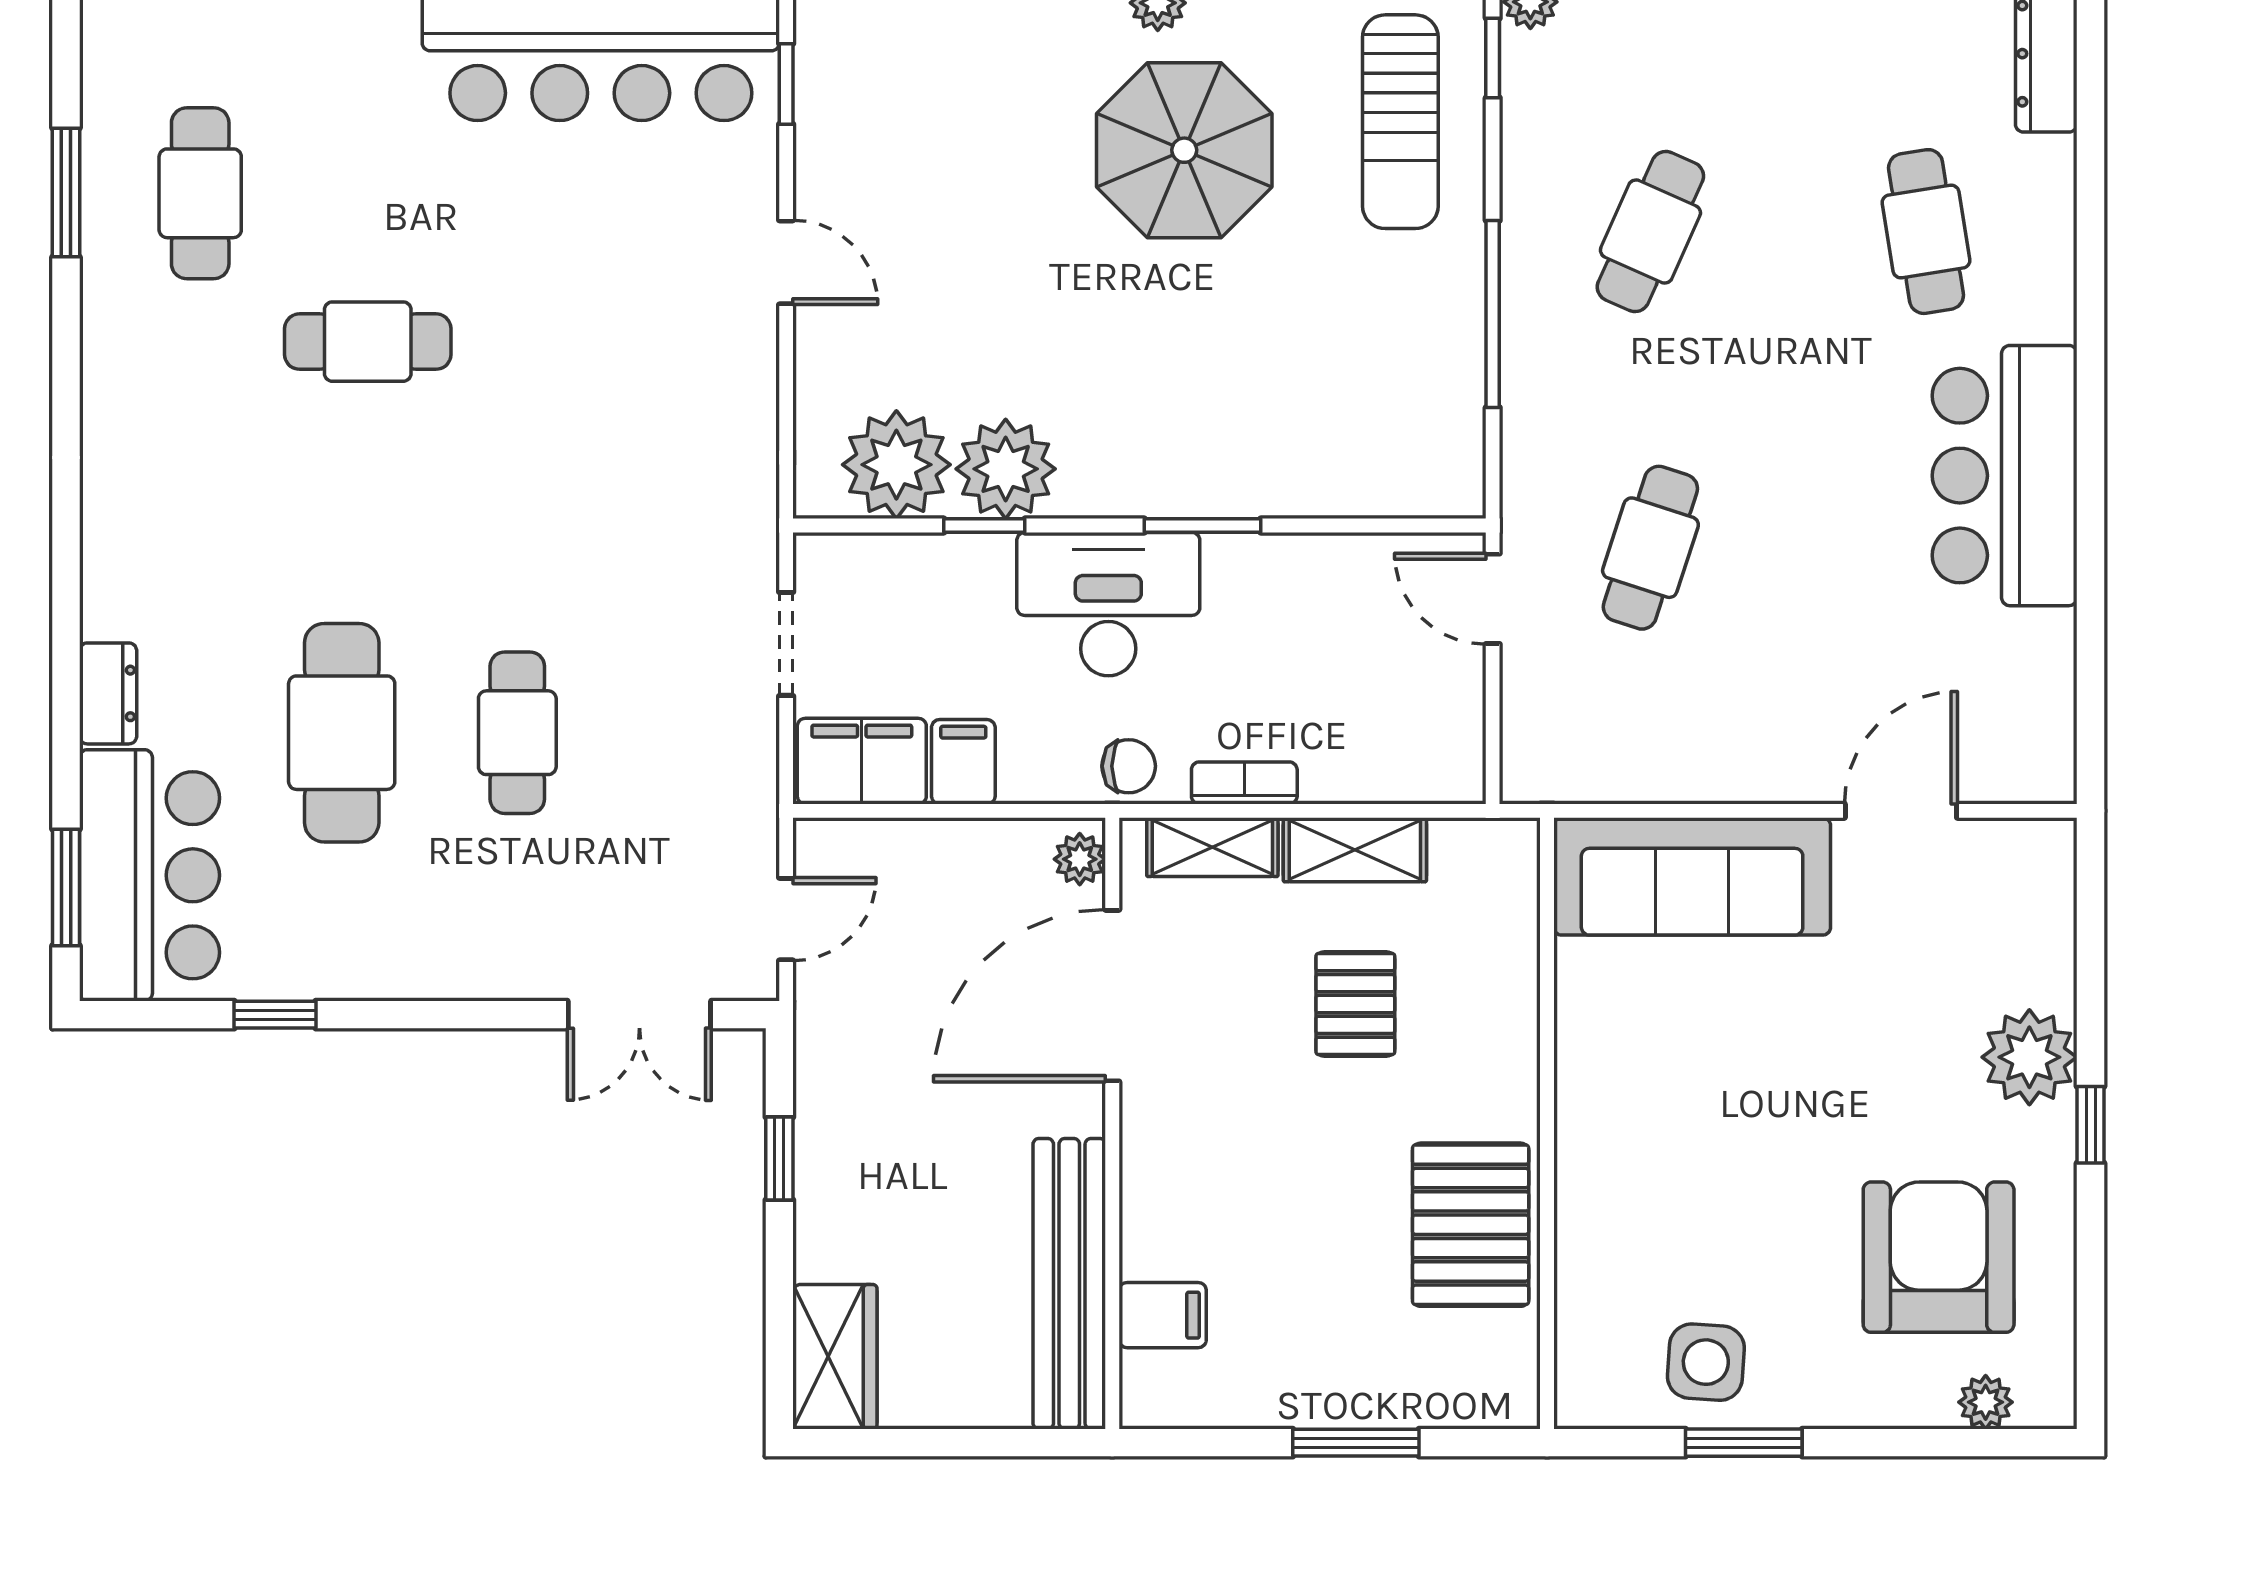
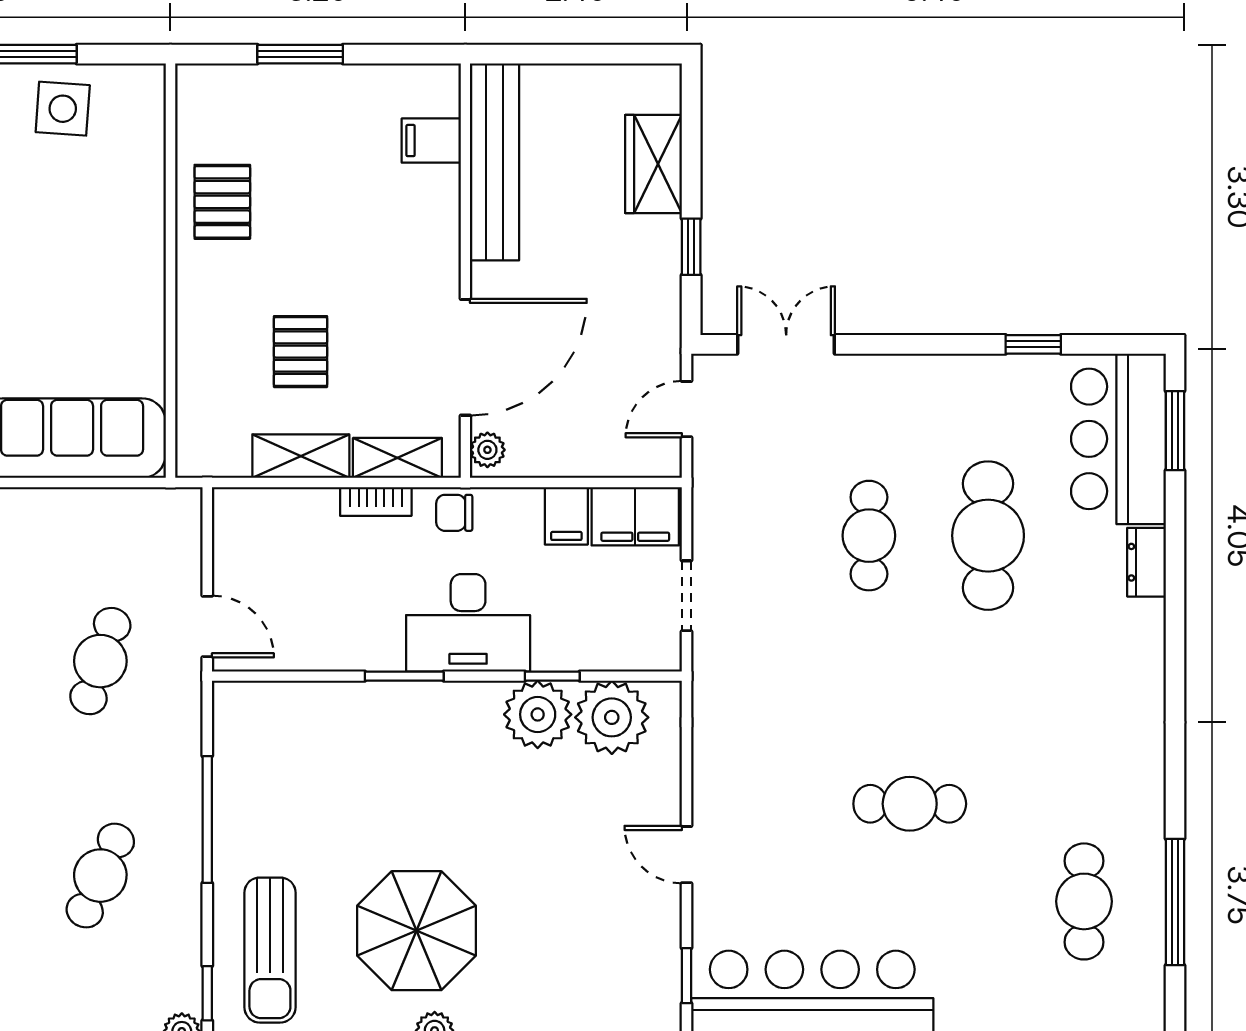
sun lounger: (1400, 122) -> (270, 950), turned 180
window: (66, 193) -> (1175, 902), width x1.44
cafe table: (368, 342) -> (910, 804), moved
pallet: (1471, 1225) -> (222, 202), width x0.67, depth x0.71
wardrobe: (835, 1357) -> (653, 164), moved

